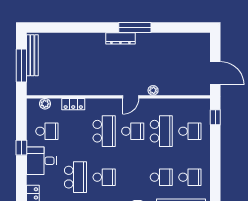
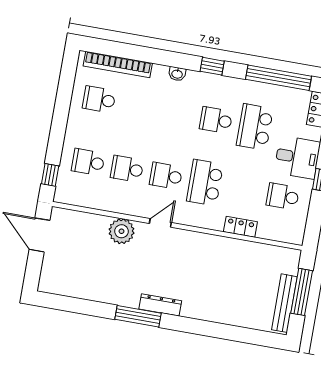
plant: (153, 90) -> (121, 231), width x1.88, depth x1.88
plant: (45, 104) -> (279, 234), removed
school desk: (161, 131) -> (127, 169), width x0.54
school desk: (161, 177) -> (138, 106), removed

